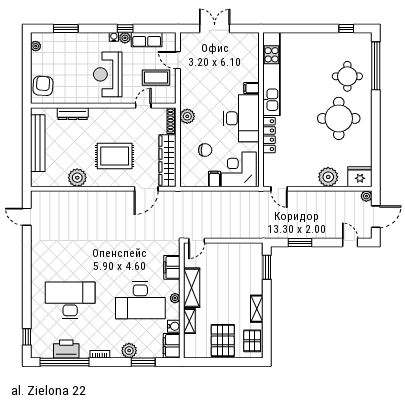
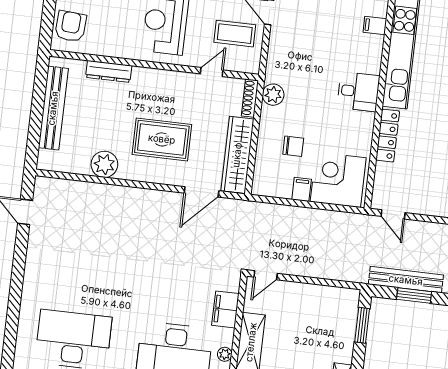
filing cabinet: (251, 88) -> (375, 26), moved
desk: (241, 118) -> (358, 92), width x0.53, depth x0.77
bench: (293, 232) -> (406, 280), added

